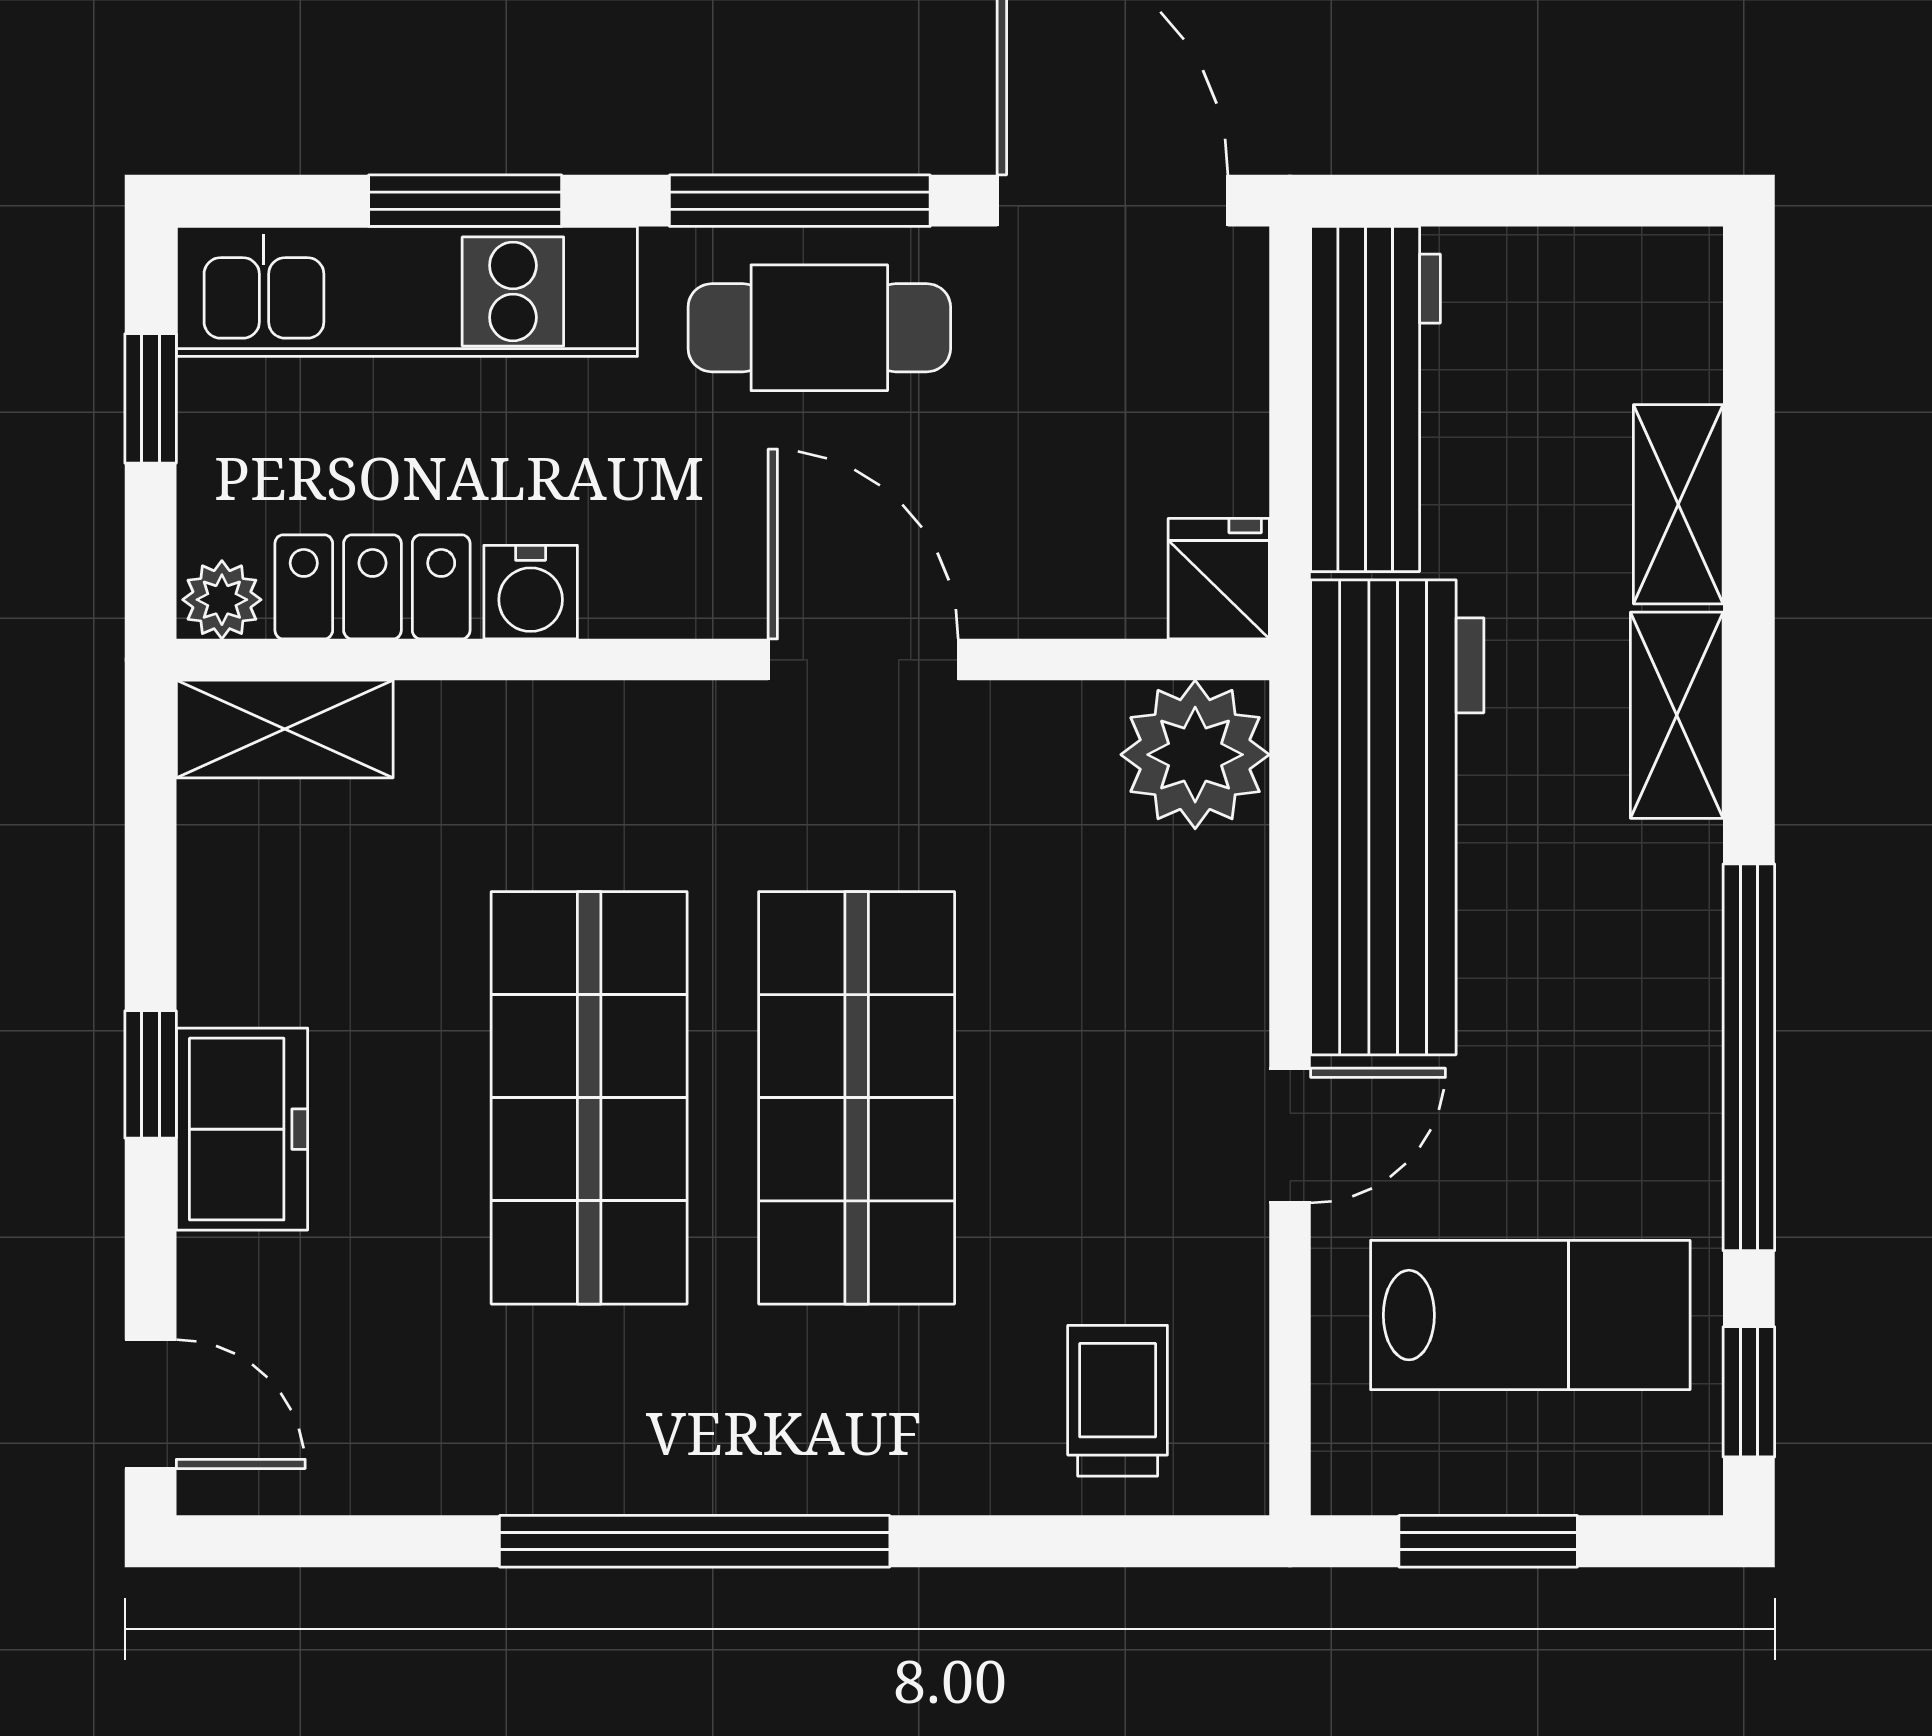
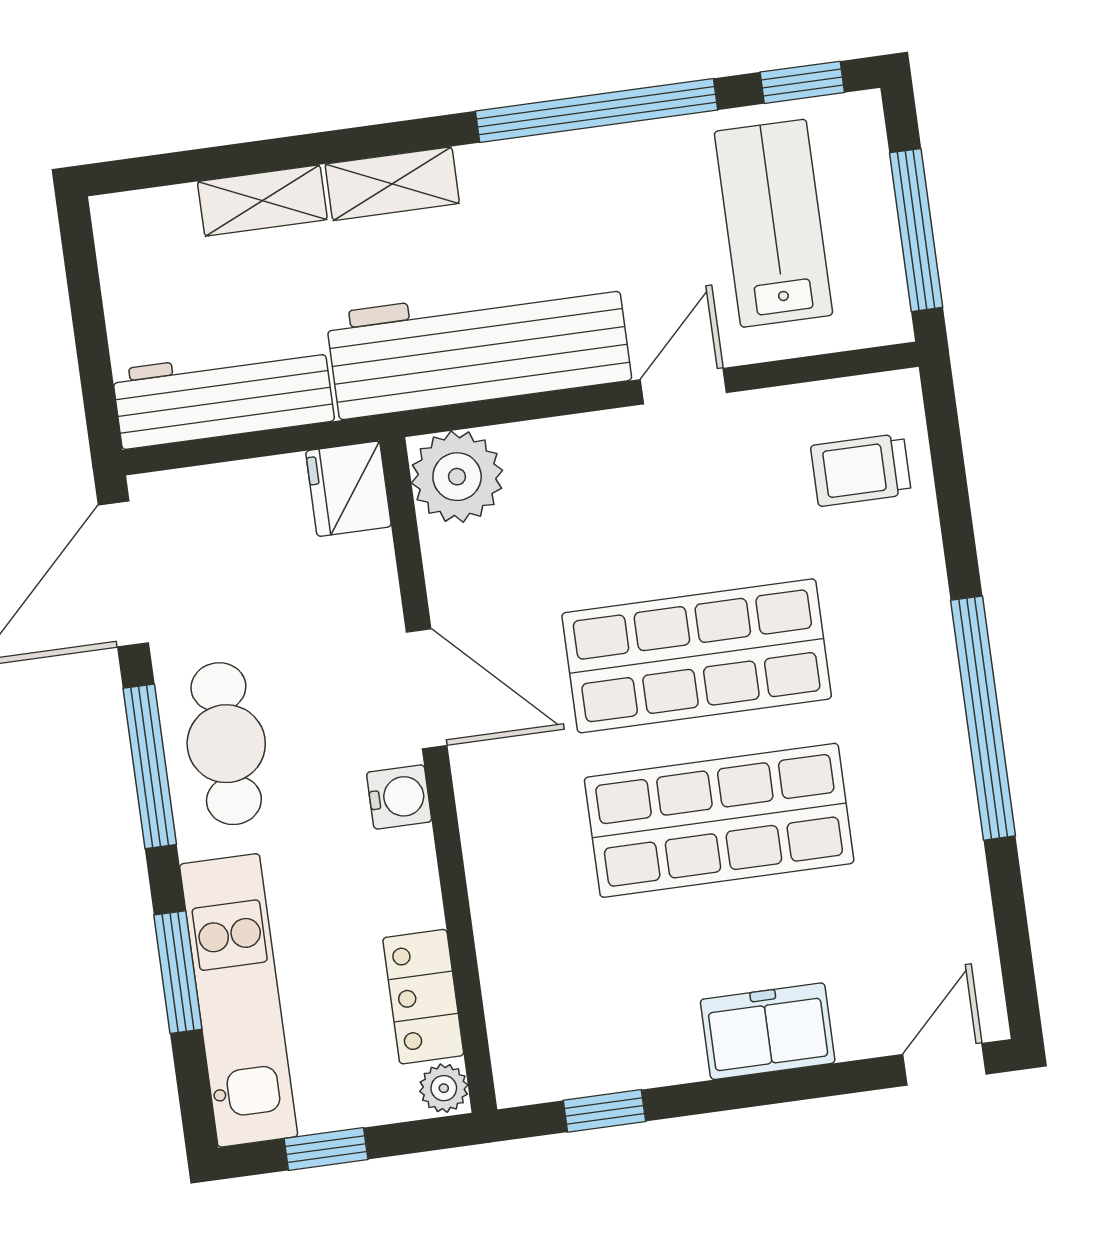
fridge: (1219, 579) -> (348, 489), width x1.38
water cooler: (531, 592) -> (399, 797), moved
door: (863, 660) -> (427, 689), swing flipped
shelving: (285, 729) -> (518, 1039), removed
window: (151, 1074) -> (604, 1111), moved
door: (1290, 1136) -> (683, 386), hinge flipped
window: (1488, 1541) -> (916, 230), width x1.44

